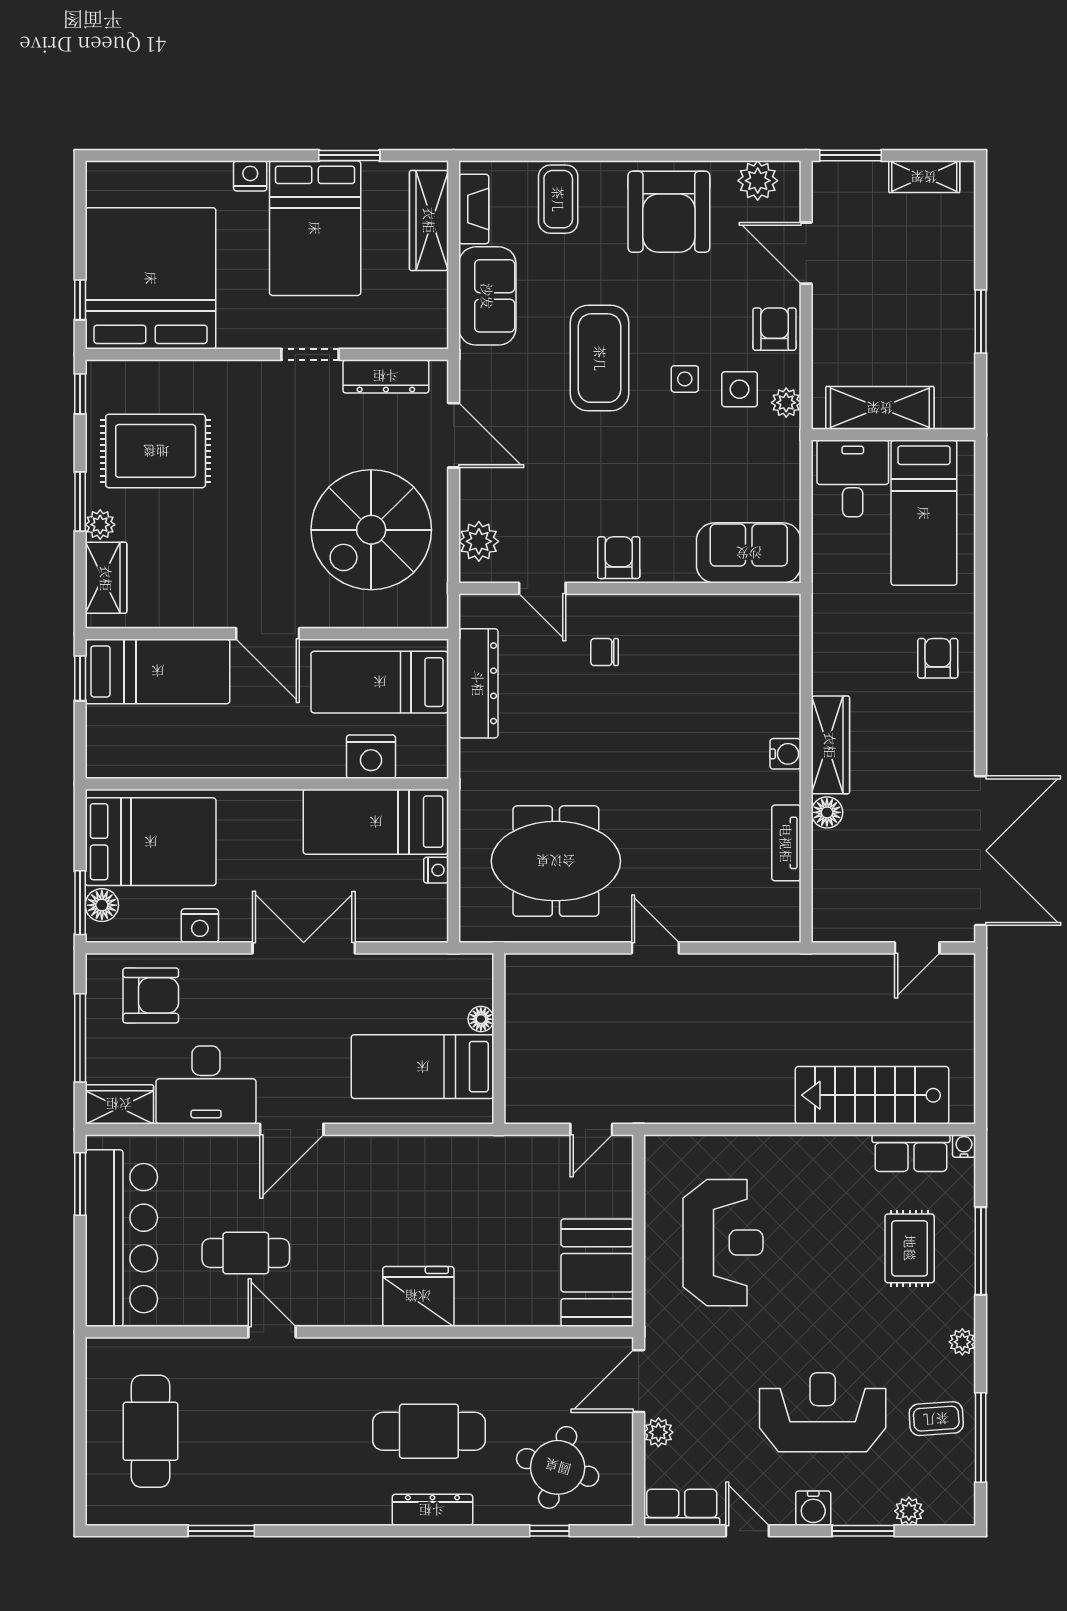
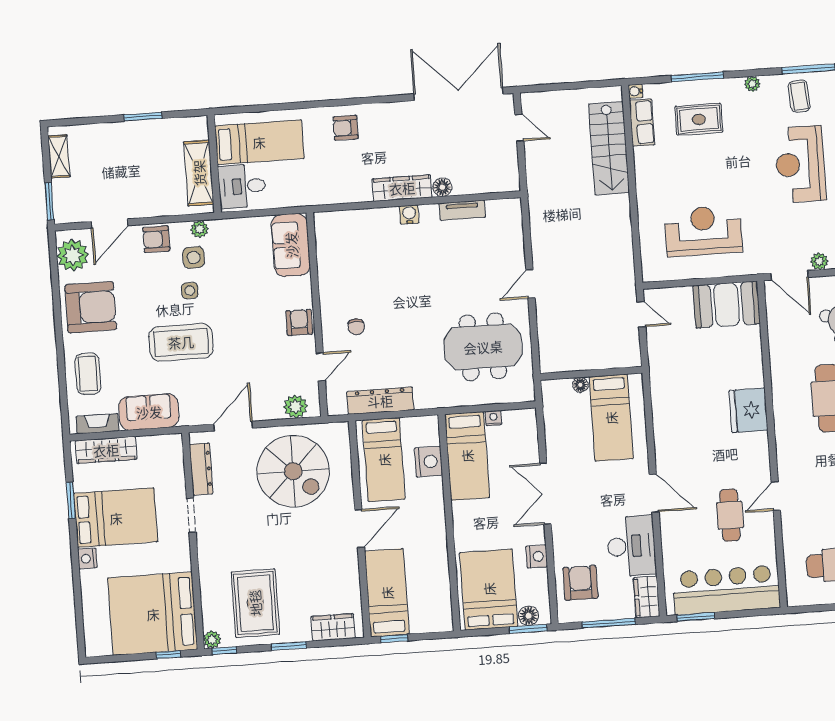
plant: (758, 181) -> (73, 255), width x1.36, depth x1.36
coffee table: (558, 199) -> (88, 374), turned 90
plant: (100, 525) -> (212, 640), moved
armchair: (619, 558) -> (299, 322), turned 90
meeting table: (556, 861) -> (483, 347), turned 90

